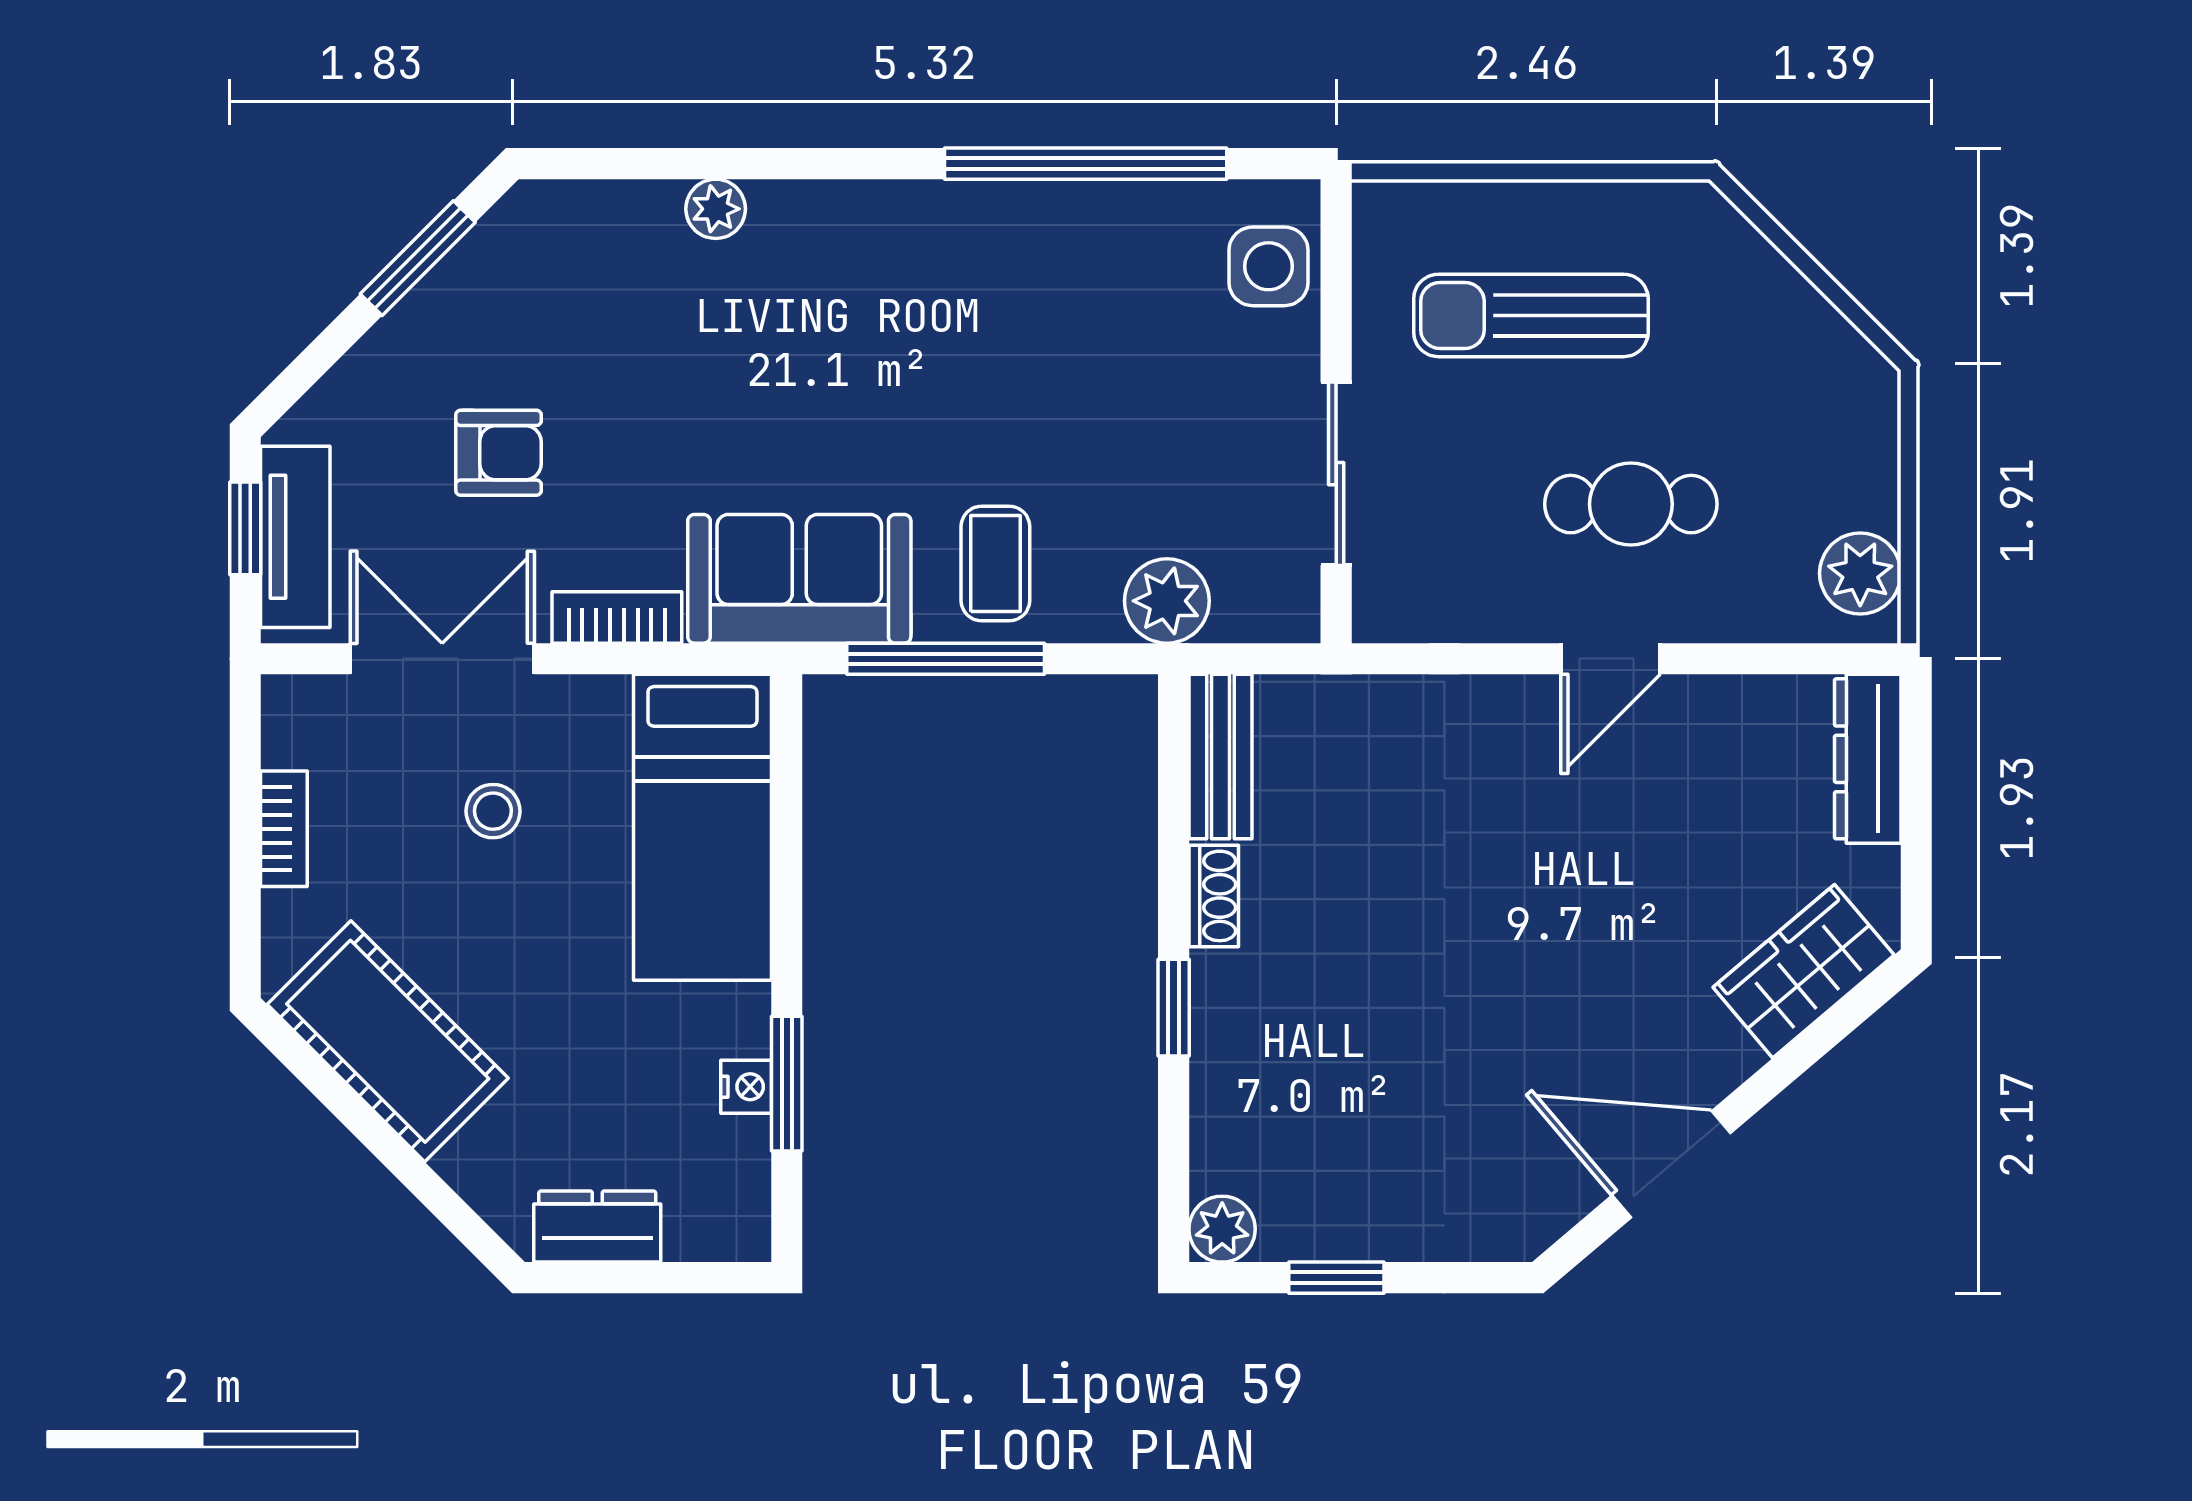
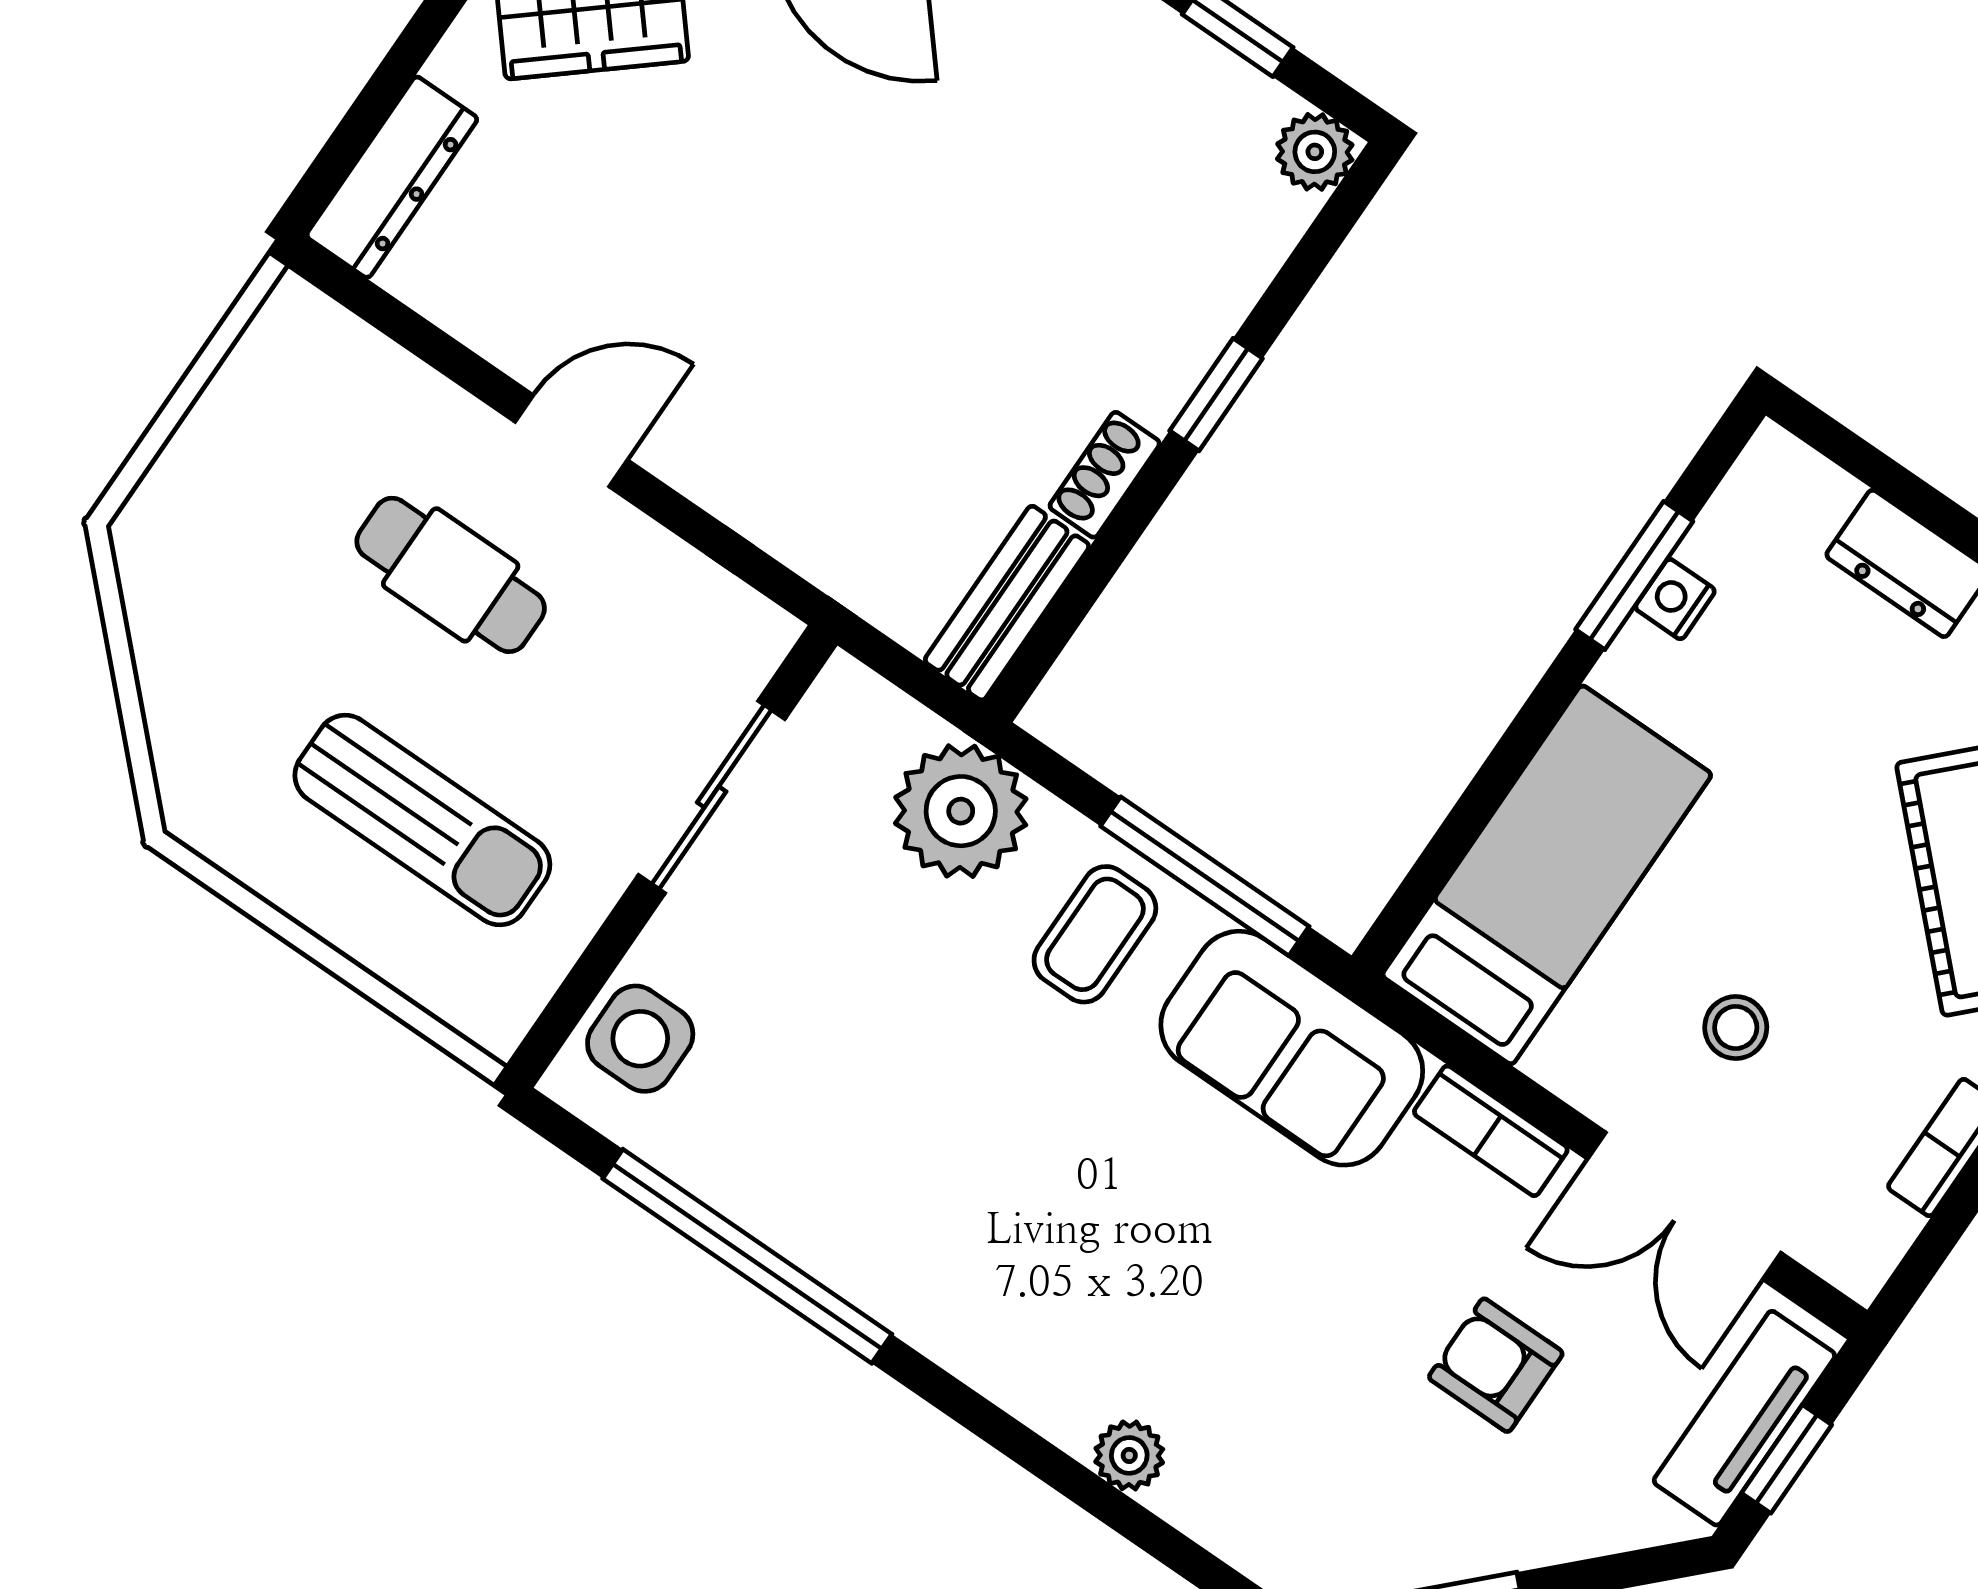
plant: (1860, 573) -> (278, 359), removed
plant: (1167, 601) -> (961, 811), width x1.36, depth x1.36

